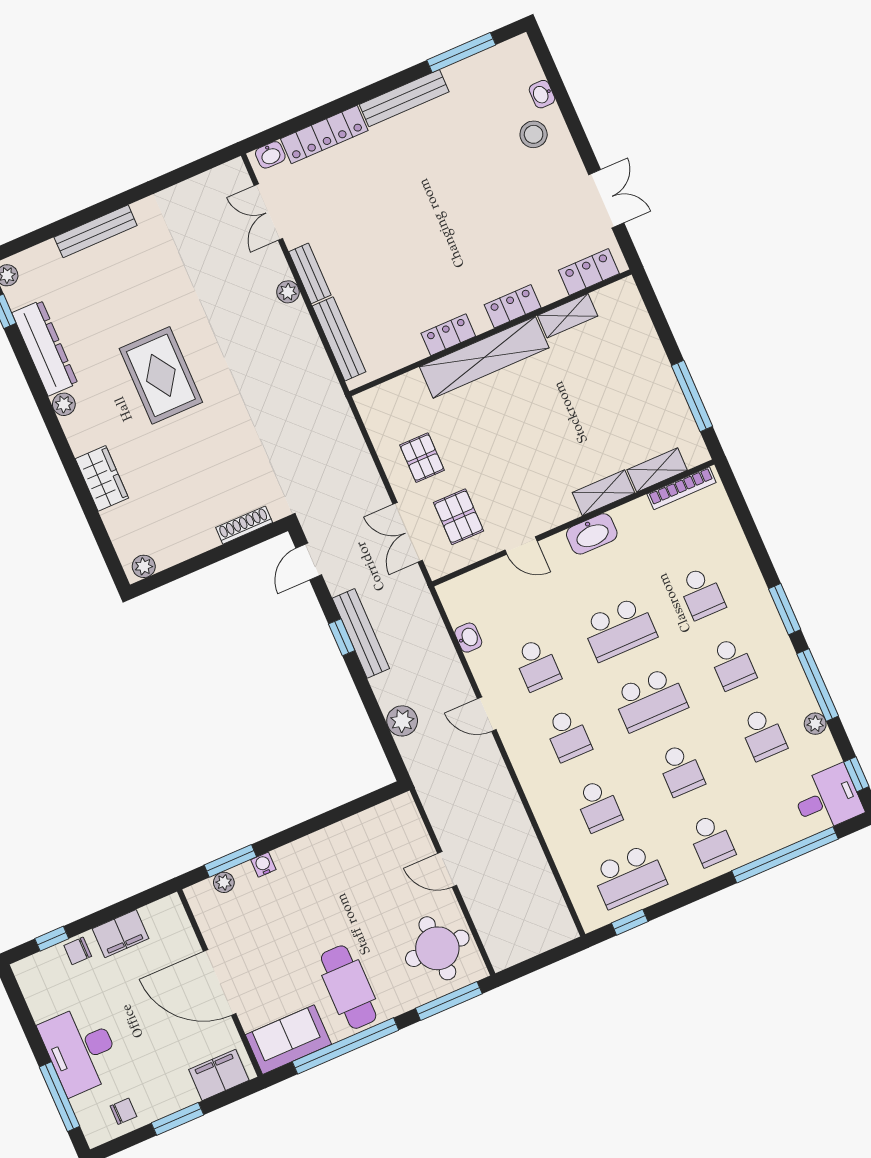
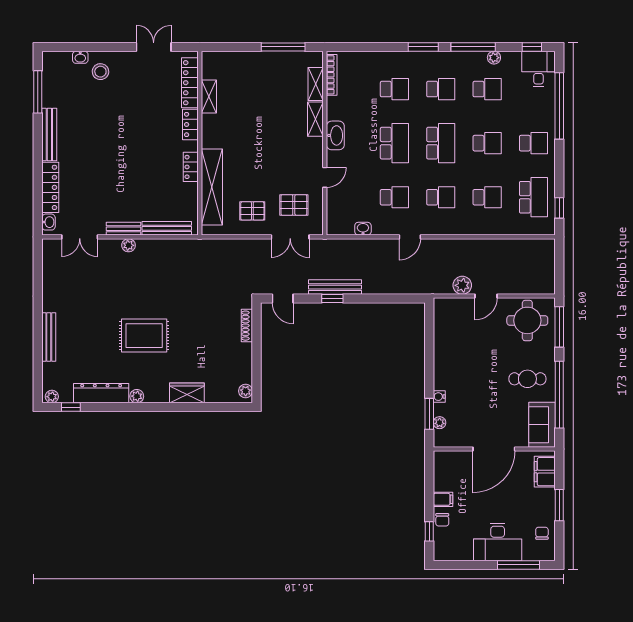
locker: (589, 272) -> (190, 83), width x1.53
shelving: (484, 357) -> (212, 187), moved
plant: (402, 721) -> (462, 285), moved
filing cabinet: (120, 934) -> (443, 499), width x0.50
cafe table: (349, 987) -> (527, 379), width x0.73, depth x0.74

